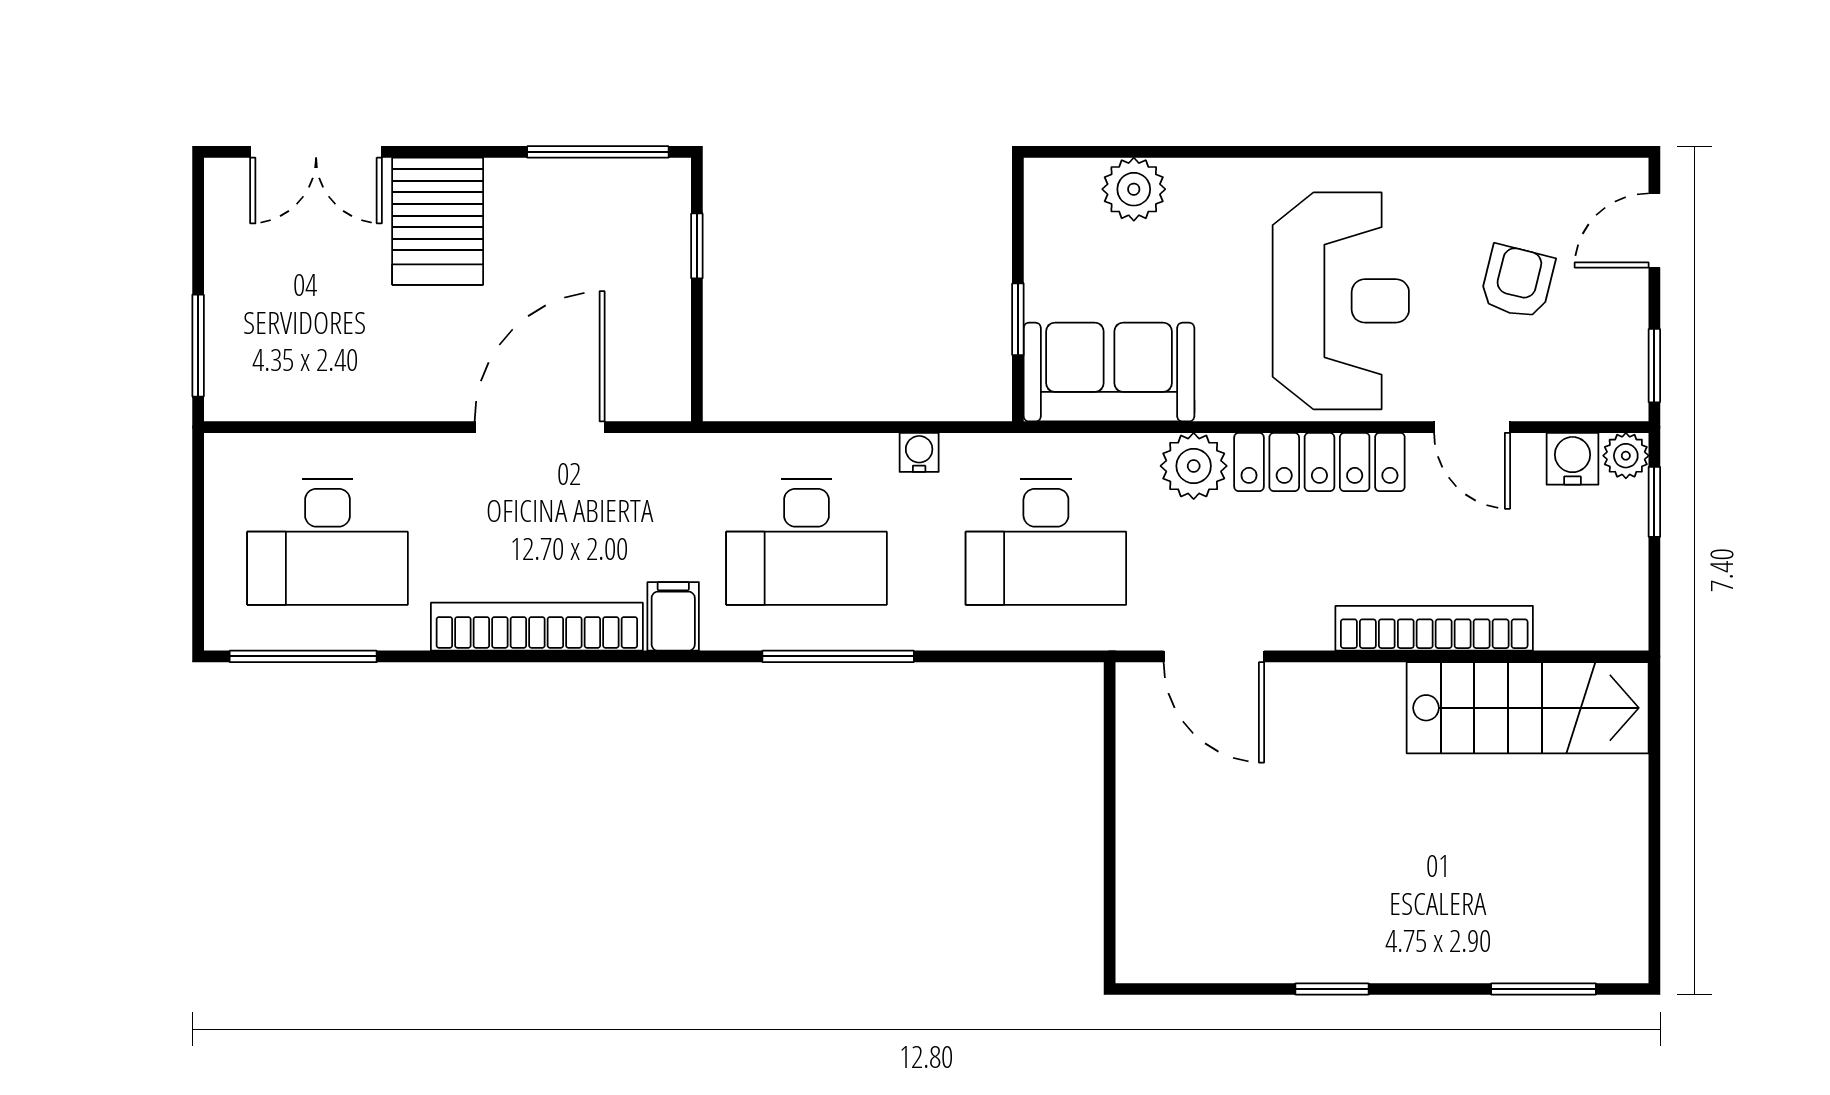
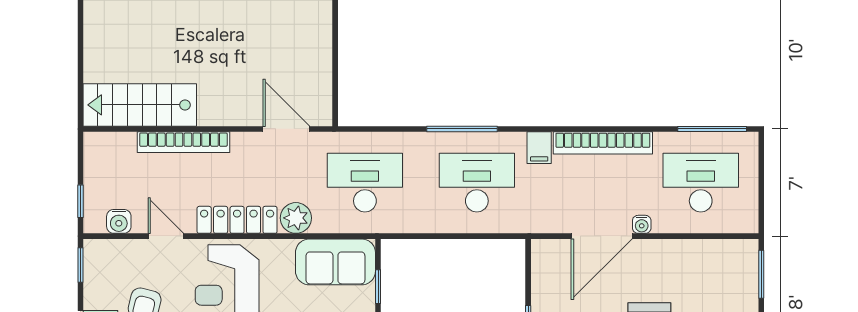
water cooler: (919, 452) -> (642, 224), moved
plant: (1626, 456) -> (94, 223), removed

